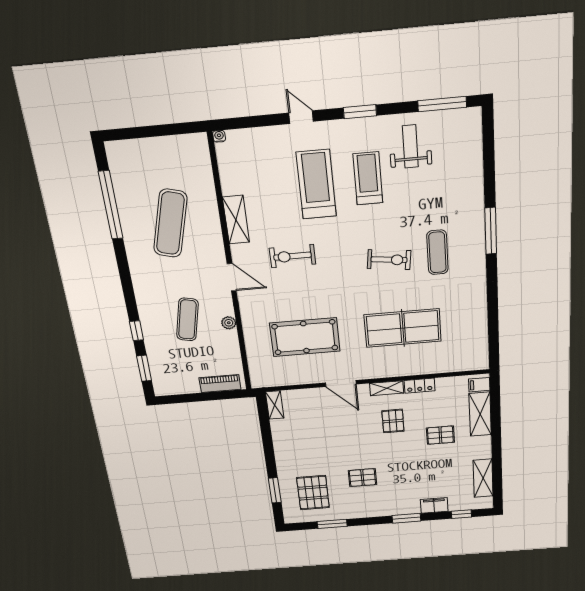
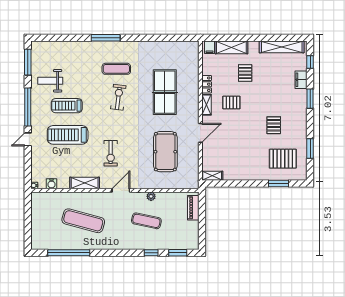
window: (360, 112) -> (28, 107), width x2.11
water cooler: (227, 165) -> (51, 184), added
shelving: (483, 478) -> (282, 47), width x1.47

